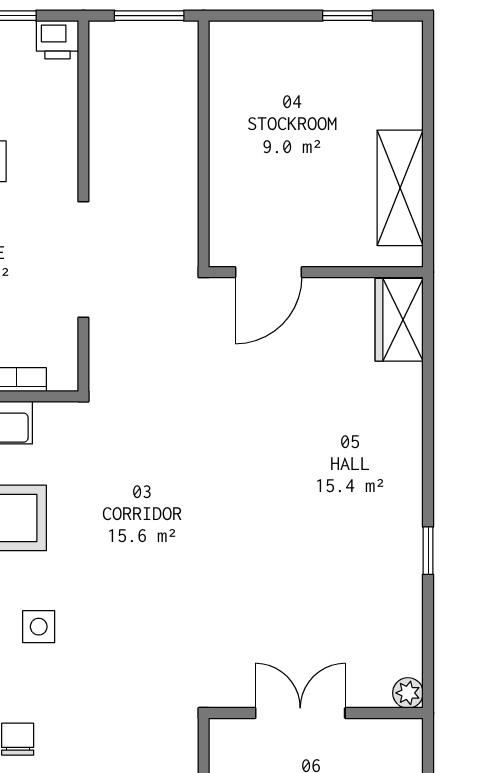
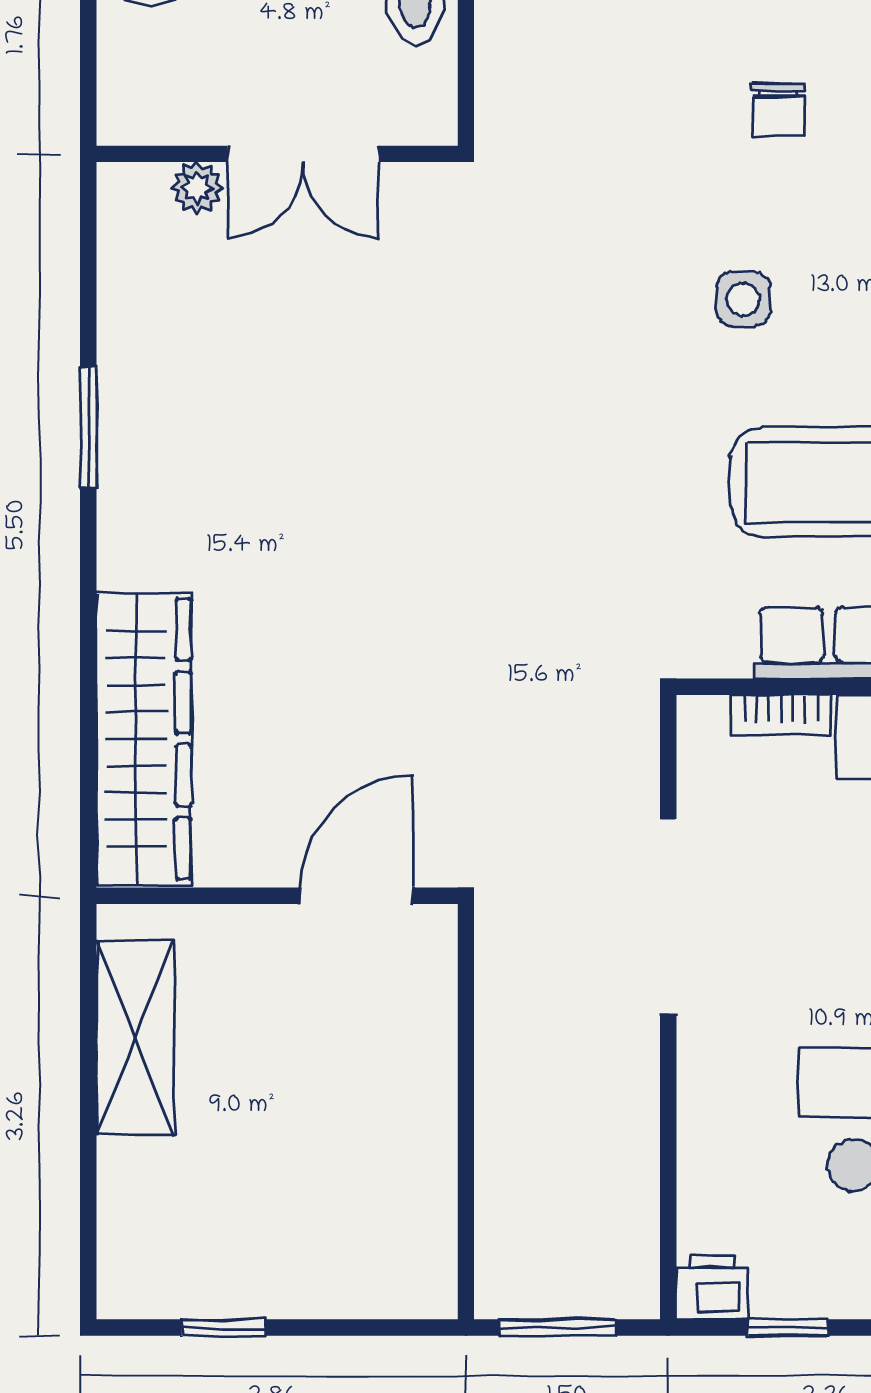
wardrobe: (399, 320) -> (144, 739), width x2.10, depth x1.17
window: (428, 551) -> (88, 427), width x1.50
plant: (408, 693) -> (197, 188), moved

